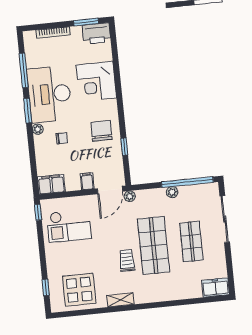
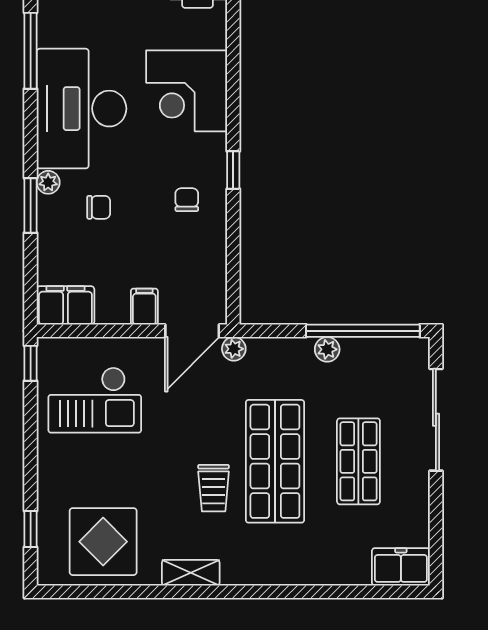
window: (28, 111) -> (31, 205), moved
chair: (101, 131) -> (187, 200), width x0.54, depth x0.54
window: (124, 147) -> (233, 170), moved
trolley: (127, 260) -> (214, 488), turned 180

